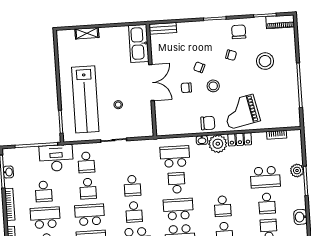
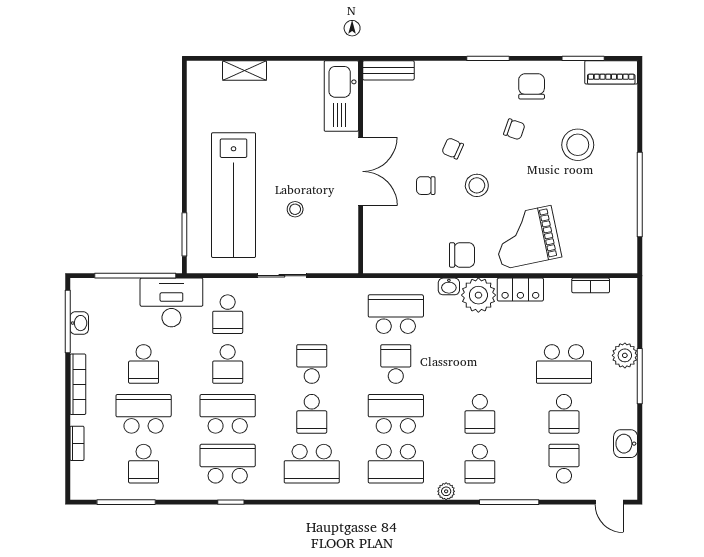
school desk: (132, 186) -> (312, 364), turned 180

